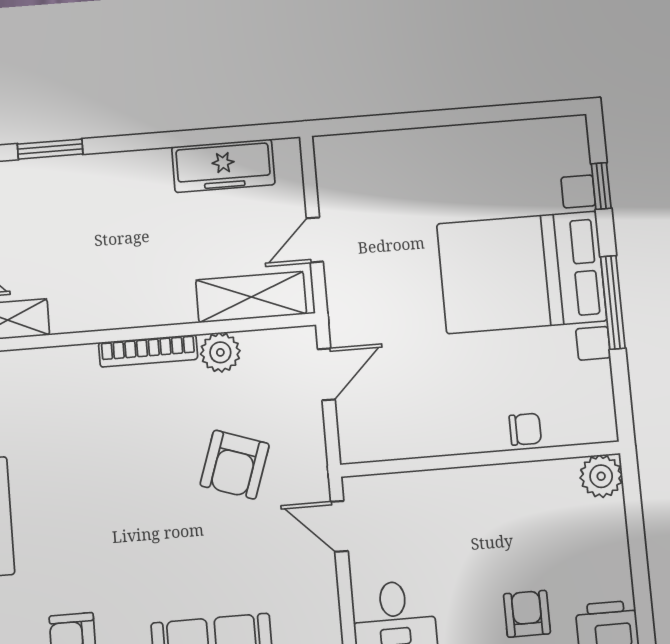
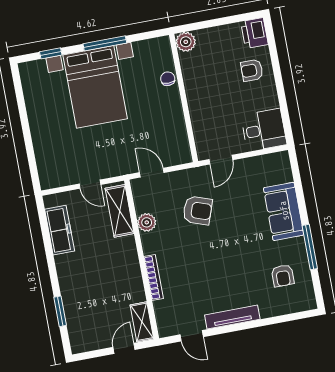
bookcase: (148, 351) -> (153, 277), moved

